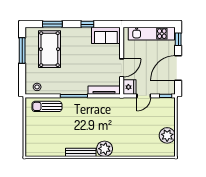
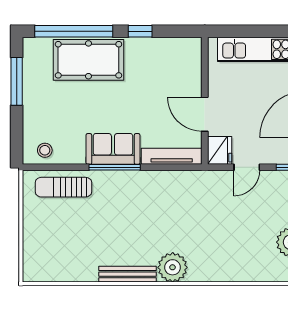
window: (52, 24) -> (74, 31), width x2.11
sofa: (106, 35) -> (113, 149), moved, turned 180
pool table: (49, 49) -> (88, 60), moved, turned 90
door: (122, 68) -> (205, 114), swing flipped

